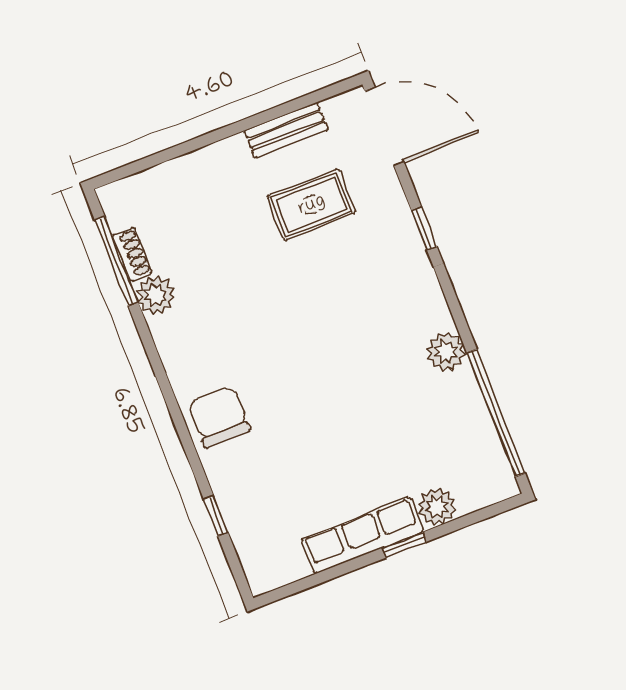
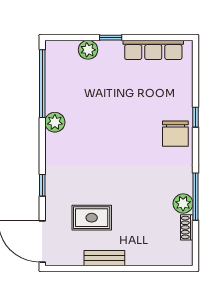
bench: (286, 130) -> (104, 258), moved
window: (117, 261) -> (195, 197), moved
window: (216, 516) -> (195, 117), moved
row of seats: (362, 536) -> (153, 50), moved

